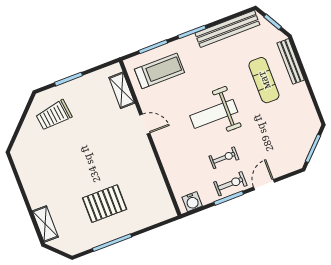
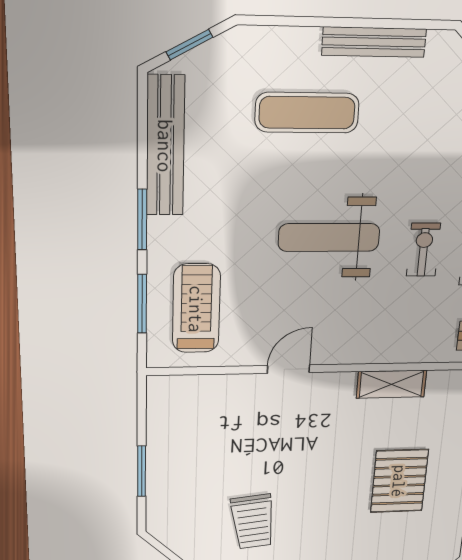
bench: (291, 61) -> (374, 42), moved
shelving: (122, 90) -> (391, 384), moved
weight bench: (214, 114) -> (329, 237), turned 90
trolley: (54, 115) -> (253, 522), moved

